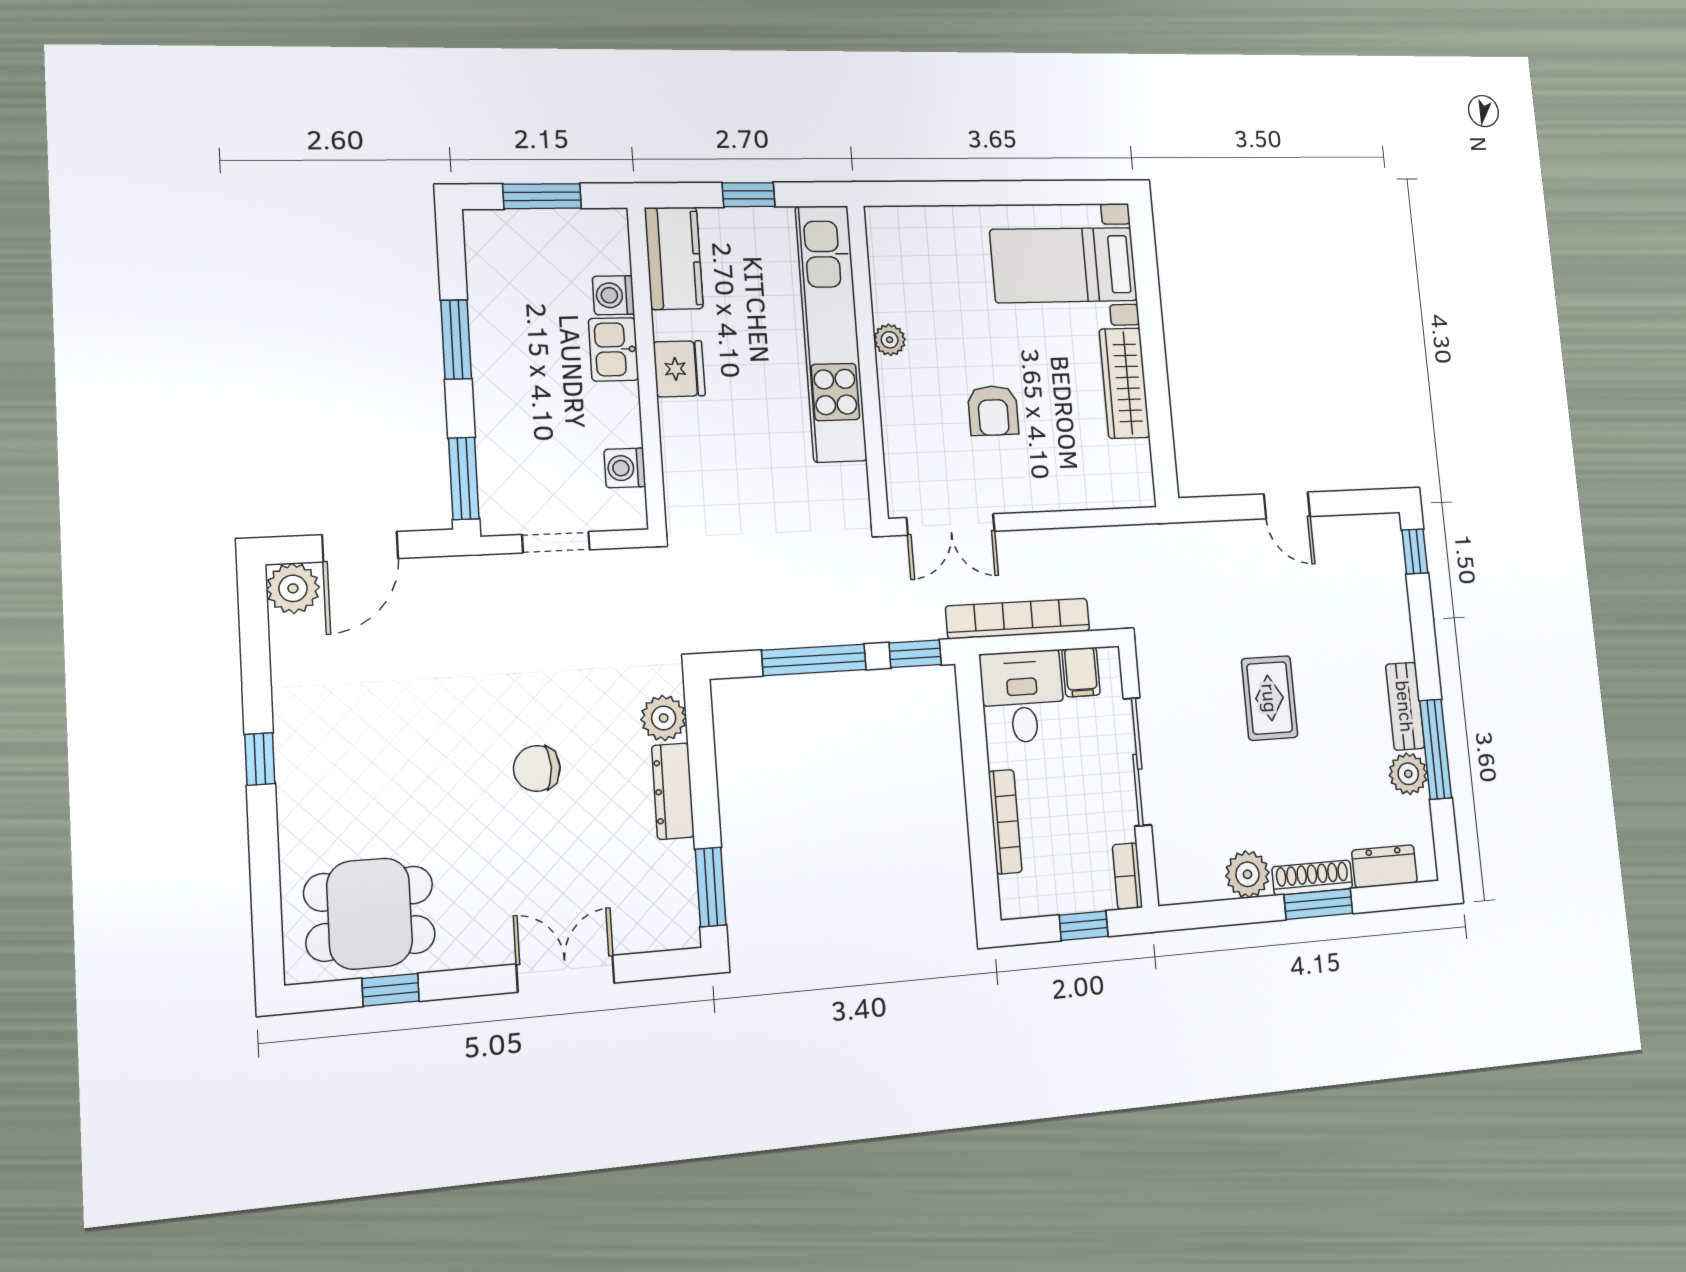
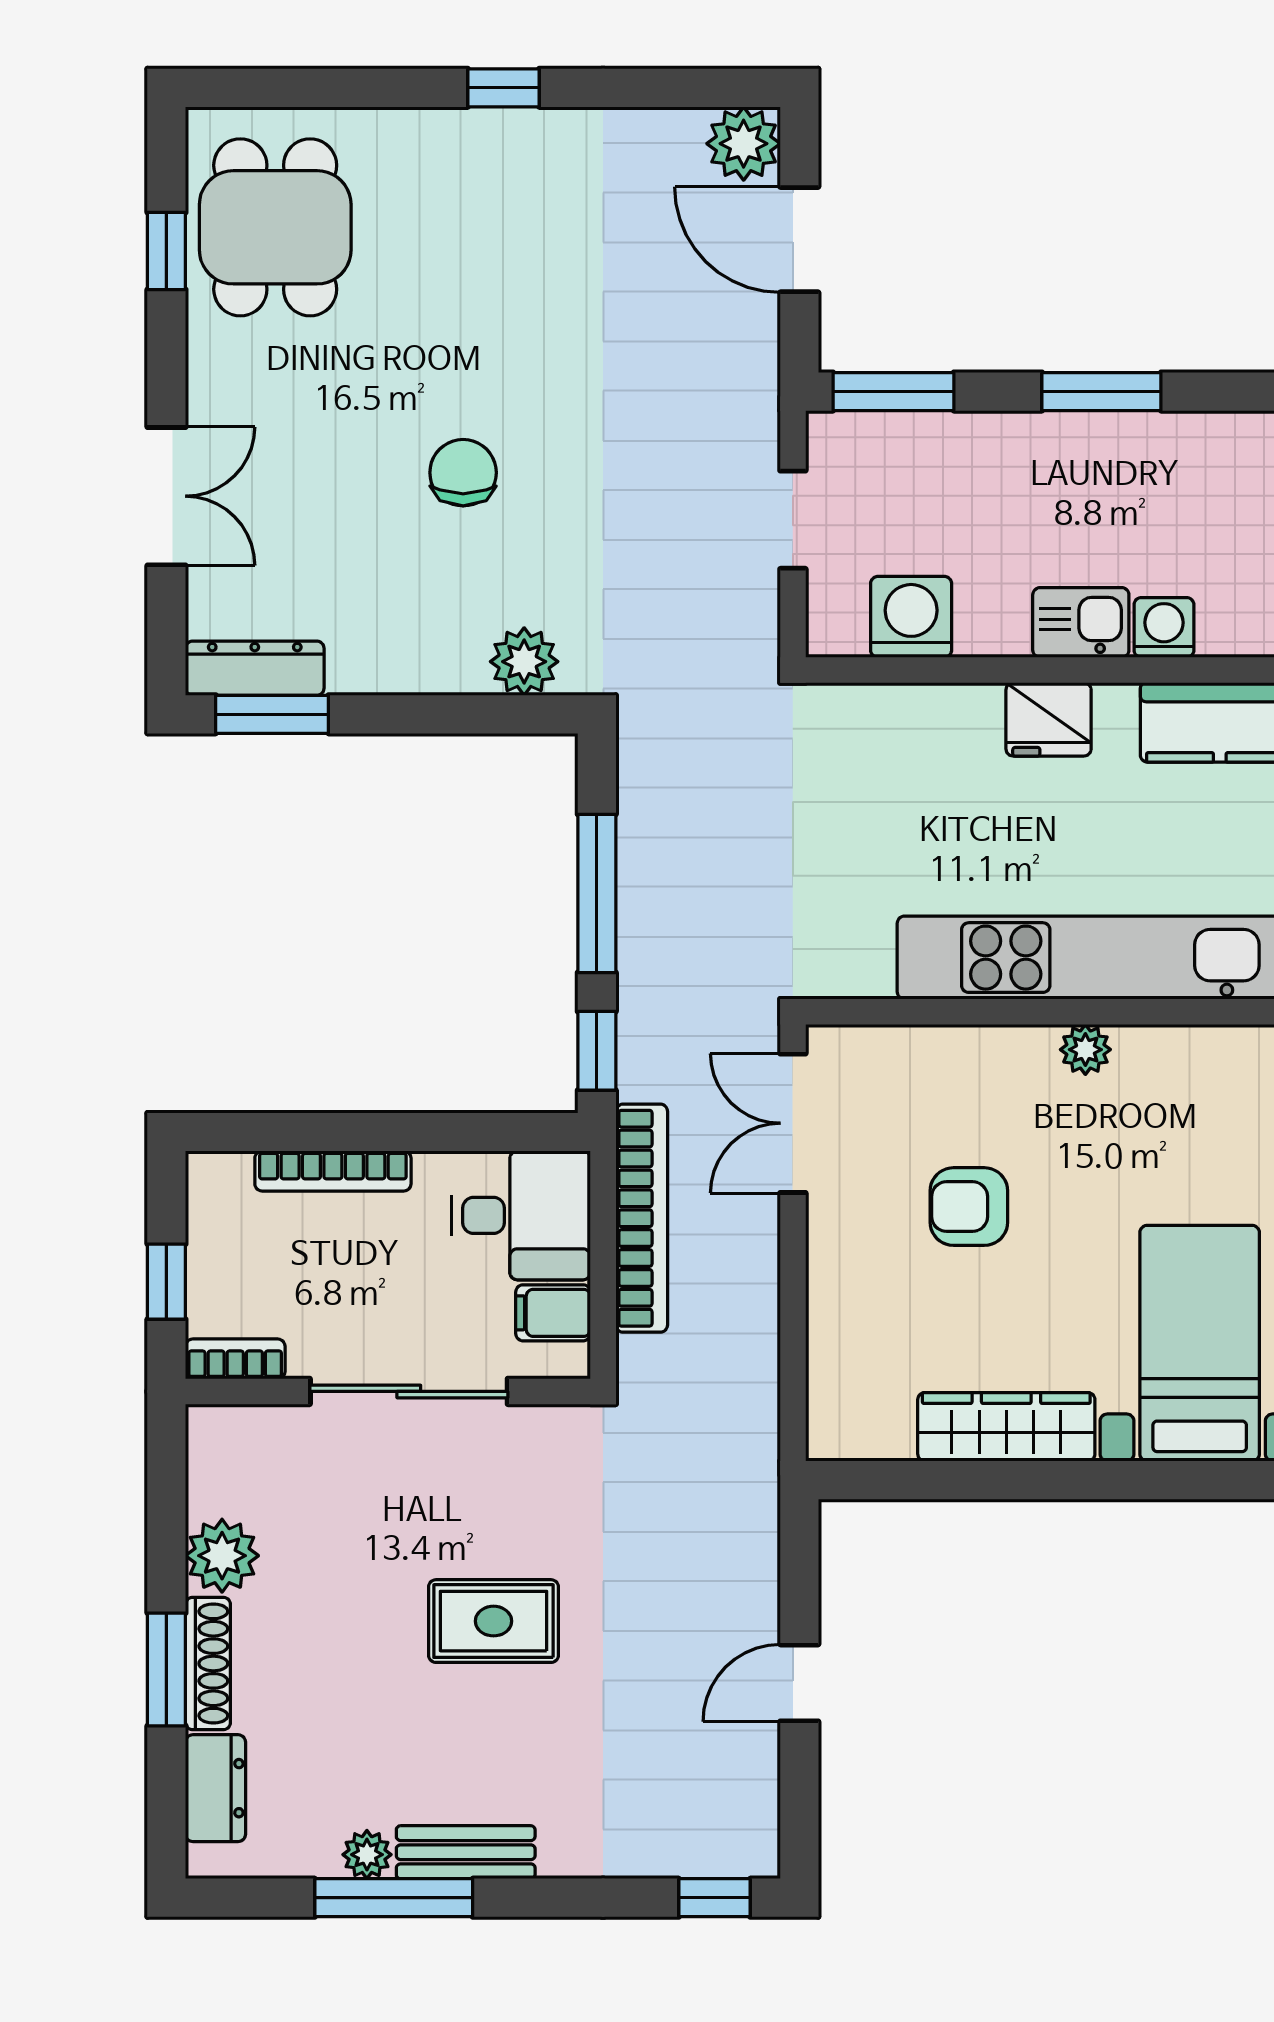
washing machine: (625, 468) -> (911, 617), width x1.38, depth x1.38
plant: (1408, 774) -> (367, 1855), width x0.73, depth x0.73
dresser: (673, 791) -> (255, 668), moved

